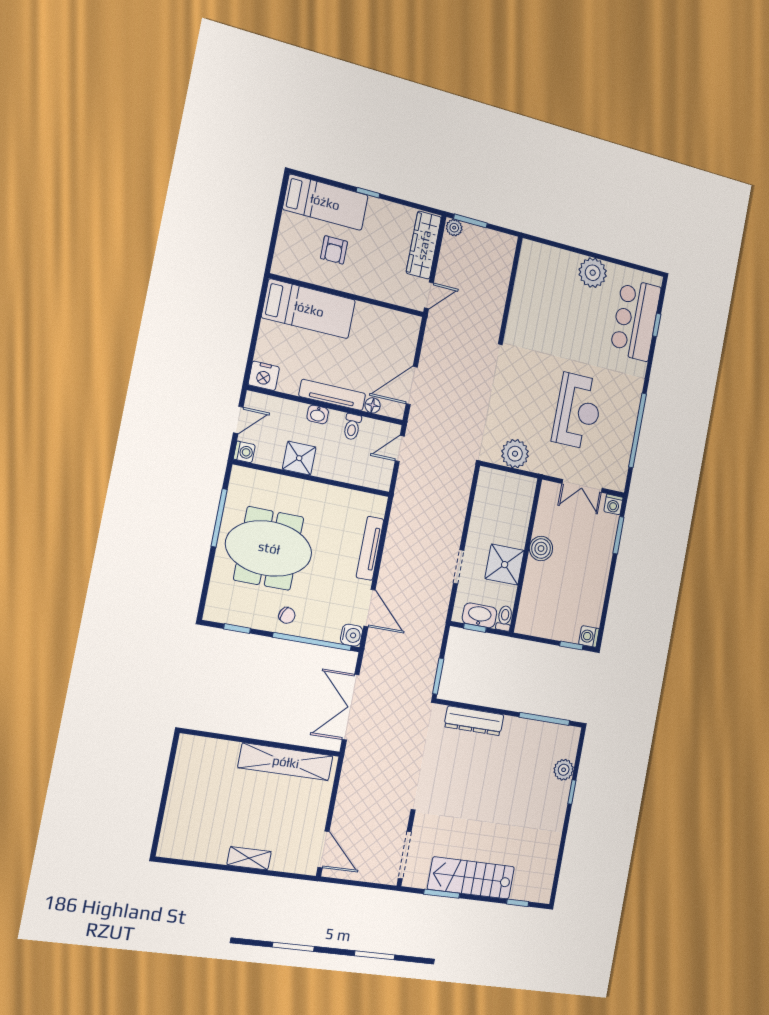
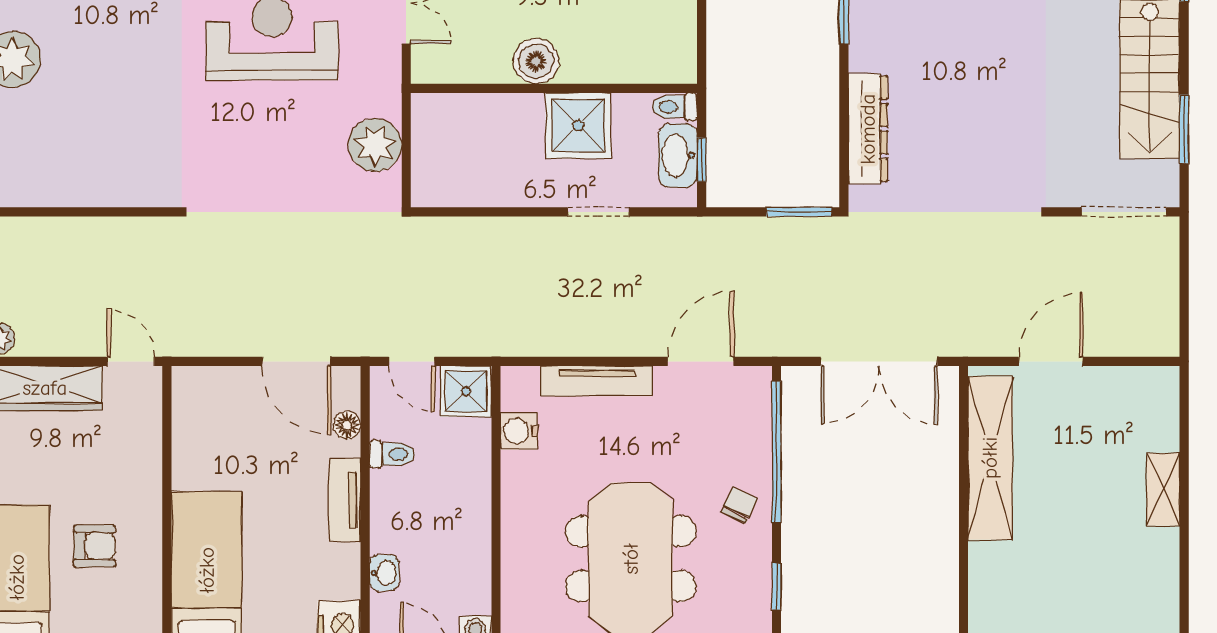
tv unit: (332, 395) -> (345, 500), width x0.71
washbasin: (318, 414) -> (384, 573), moved
shower: (299, 458) -> (466, 391), moved
water cooler: (351, 635) -> (519, 431), moved, turned -90
door: (324, 849) -> (1051, 361), moved

